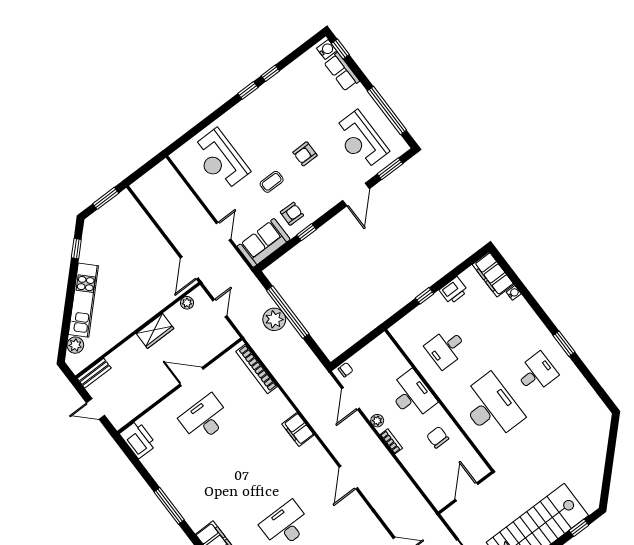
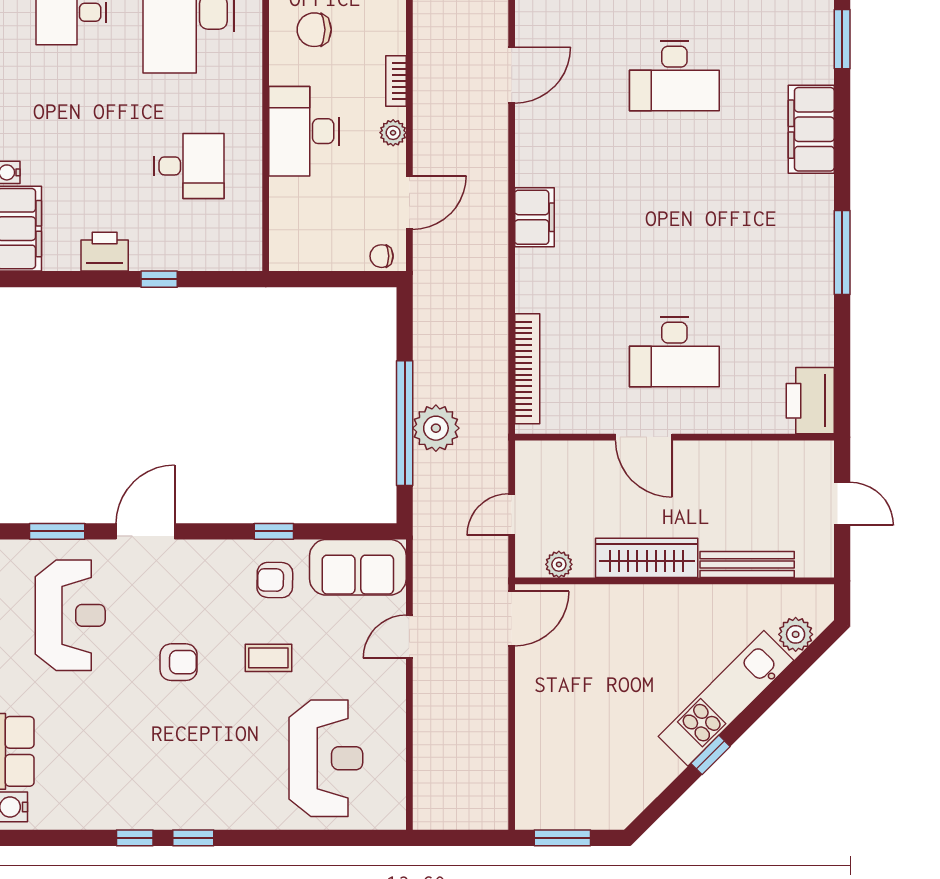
window: (76, 249) -> (710, 755), moved
wardrobe: (155, 331) -> (647, 558), width x1.50
bench: (94, 373) -> (747, 565), moved, width x1.36
chair: (438, 437) -> (314, 30), turned 90

